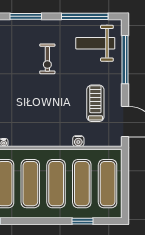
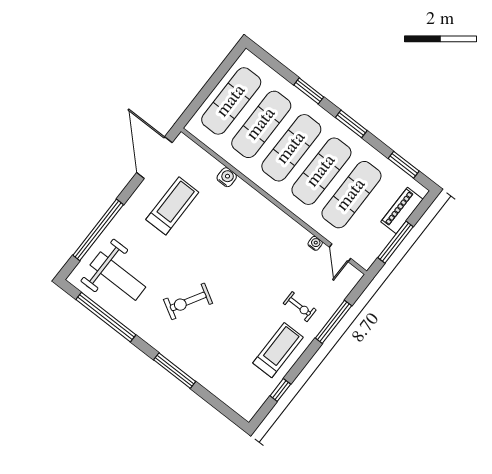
exercise bike: (47, 59) -> (188, 301), turned -150
treadmill: (95, 103) -> (172, 206), turned 180
window: (34, 221) -> (351, 124), added
window: (83, 221) -> (309, 91), moved

